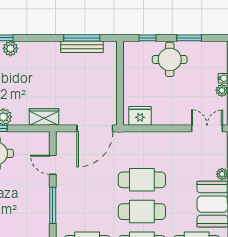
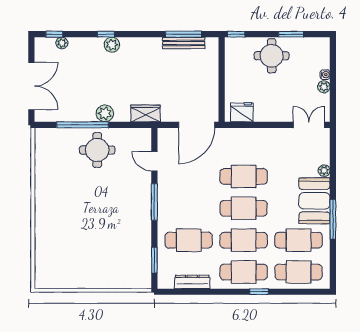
window: (148, 38) -> (236, 34), moved

